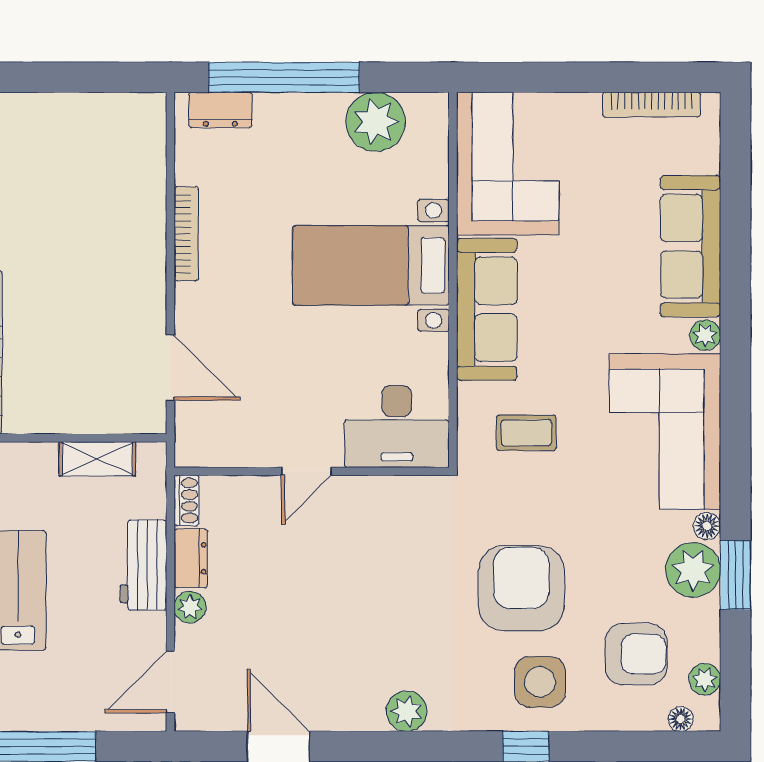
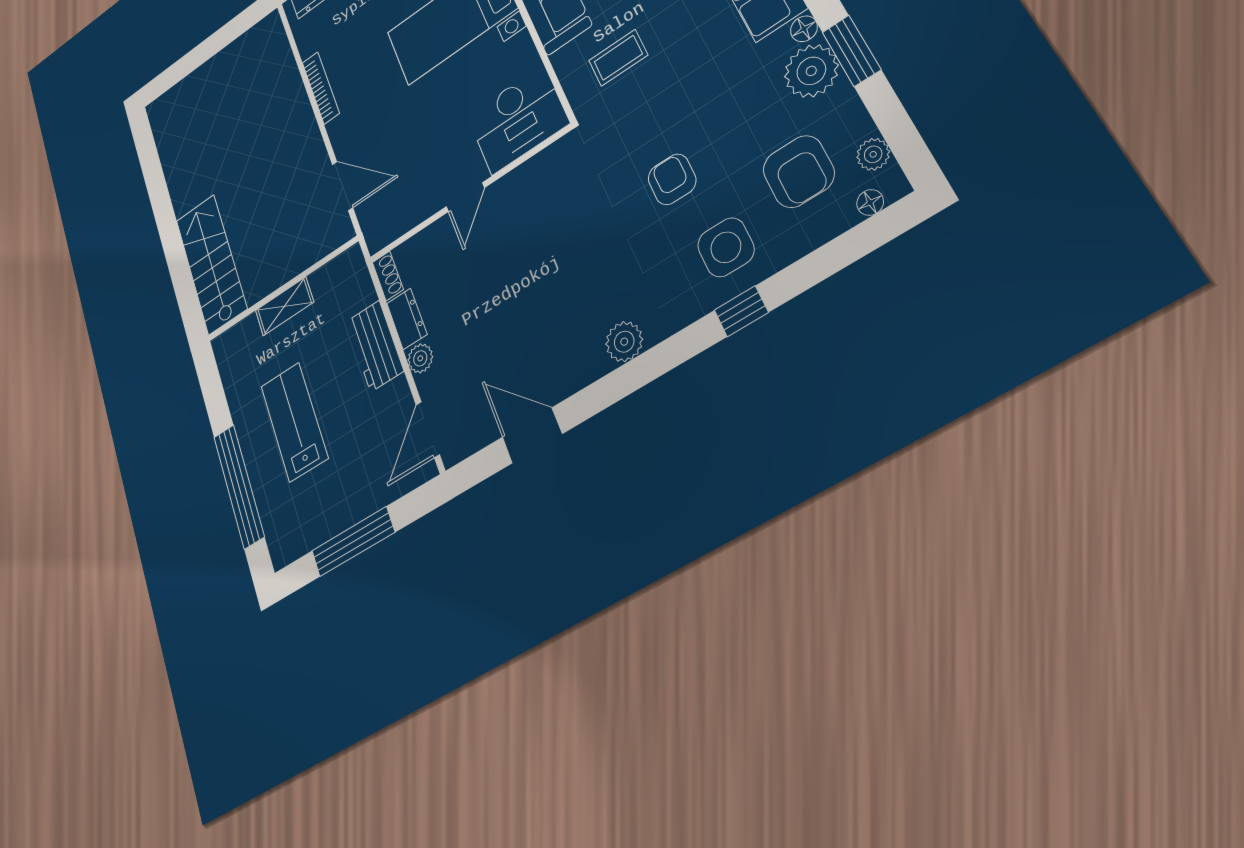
shelving: (97, 459) -> (284, 306), moved
armchair: (521, 588) -> (672, 179), width x0.53, depth x0.53
armchair: (636, 654) -> (799, 172), turned 90

